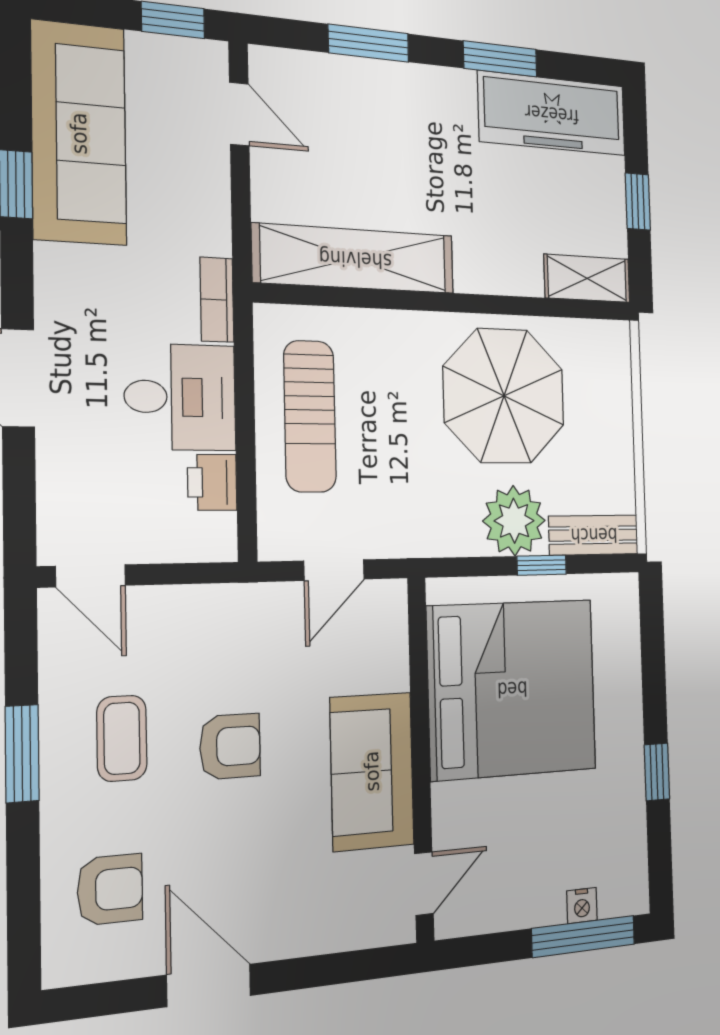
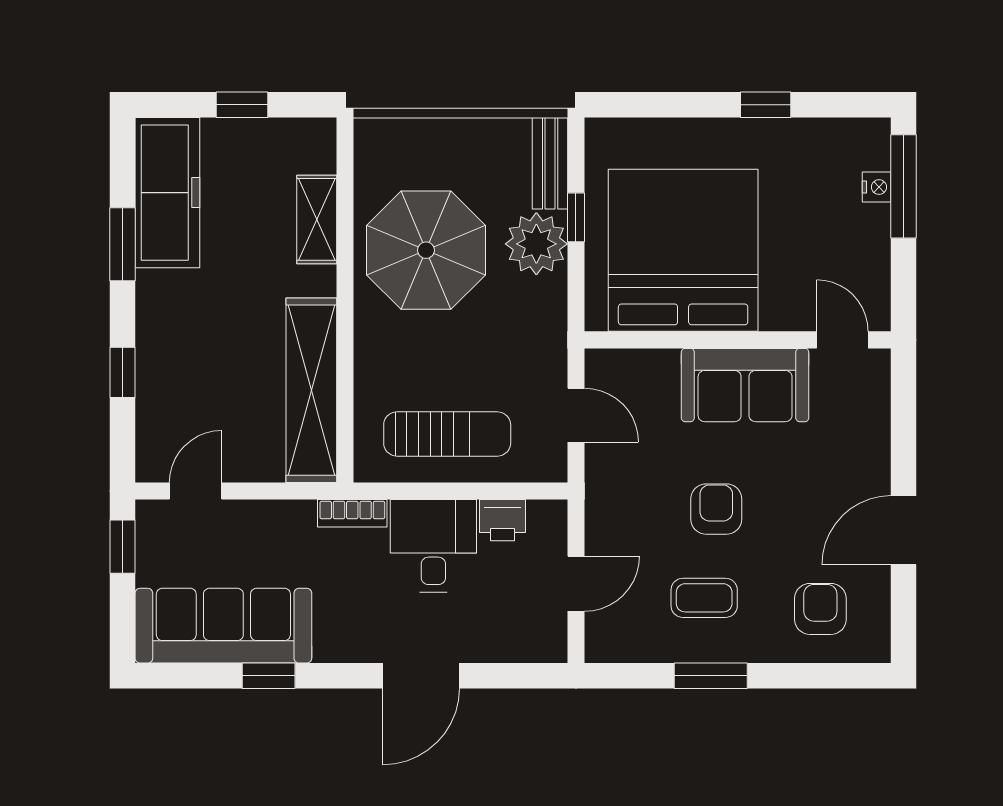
window: (369, 43) -> (122, 372), width x0.67
shelving: (587, 278) -> (317, 219), moved
door: (91, 576) -> (576, 584), moved

